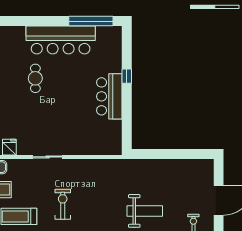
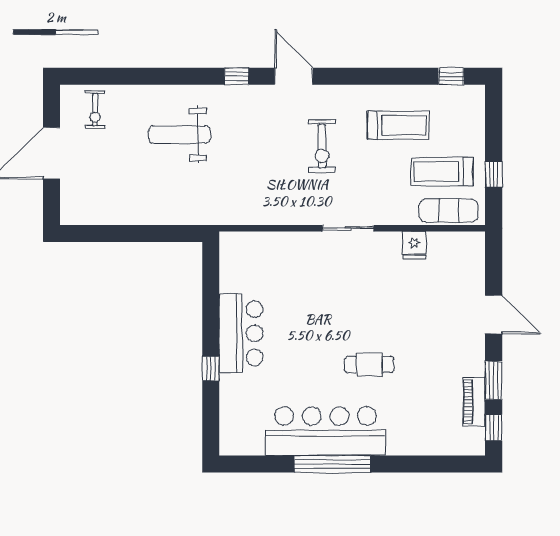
window: (91, 21) -> (333, 464), moved
cafe table: (35, 78) -> (369, 365), turned 90

